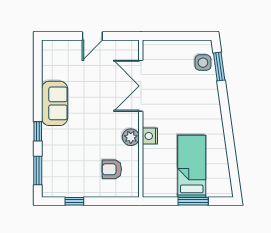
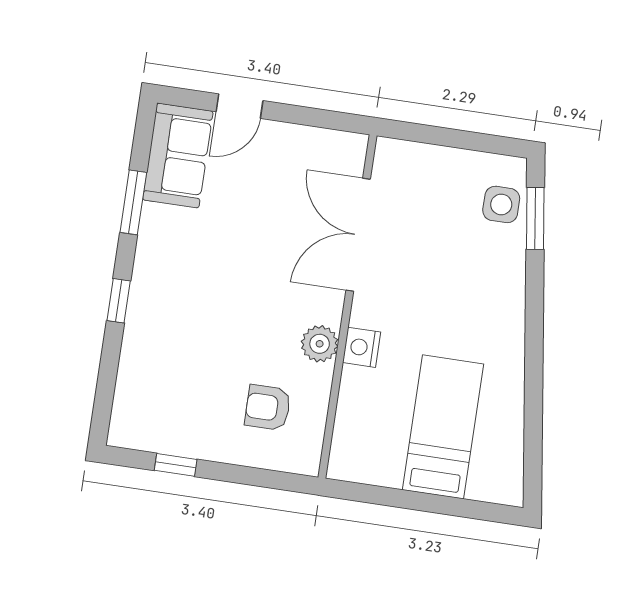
door: (92, 36) -> (239, 106), moved
sofa: (55, 103) -> (178, 155), moved
window: (38, 171) -> (133, 202), moved
window: (193, 201) -> (435, 504), removed

